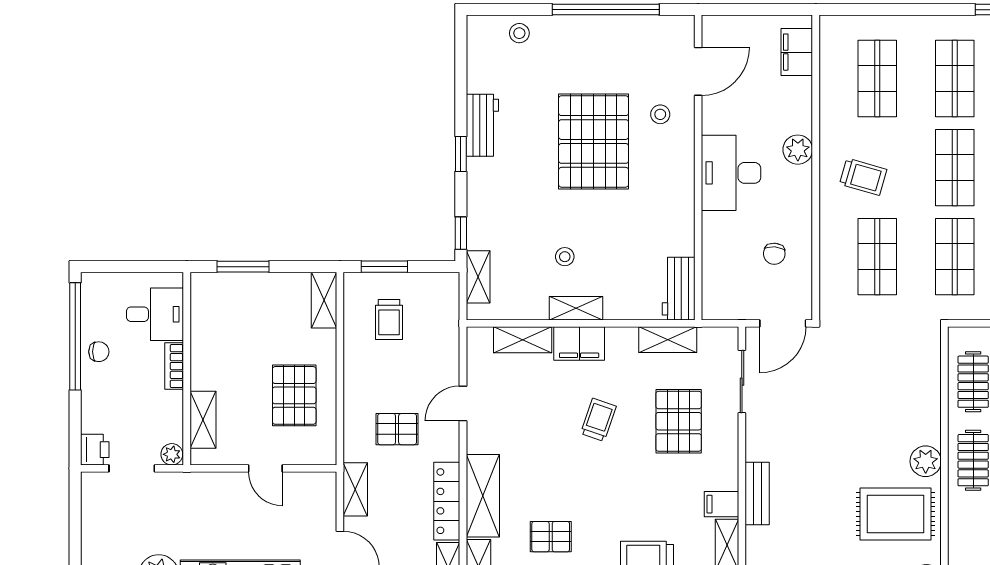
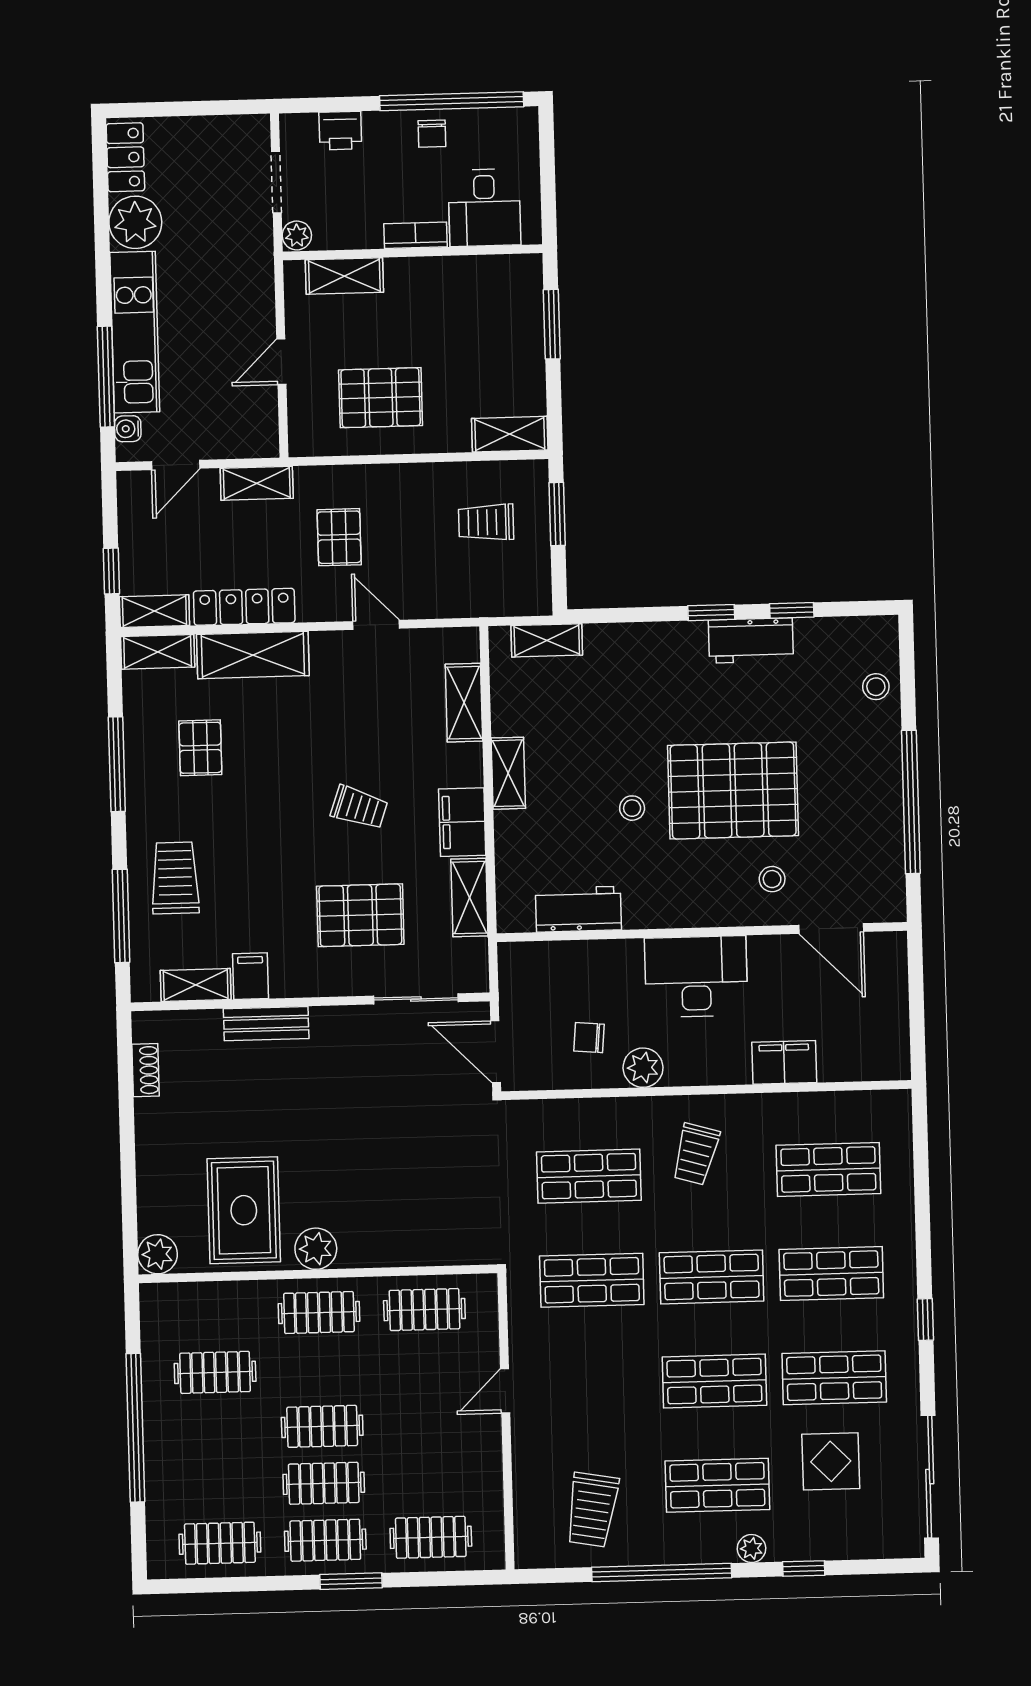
filing cabinet: (797, 52) -> (784, 1062), moved
plant: (798, 150) -> (643, 1068), moved
window: (461, 233) -> (792, 610), moved
stool: (565, 257) -> (632, 808), moved
workbench: (679, 289) -> (578, 909), moved
filing cabinet: (579, 344) -> (462, 822), moved
printer: (95, 450) -> (340, 131), moved

